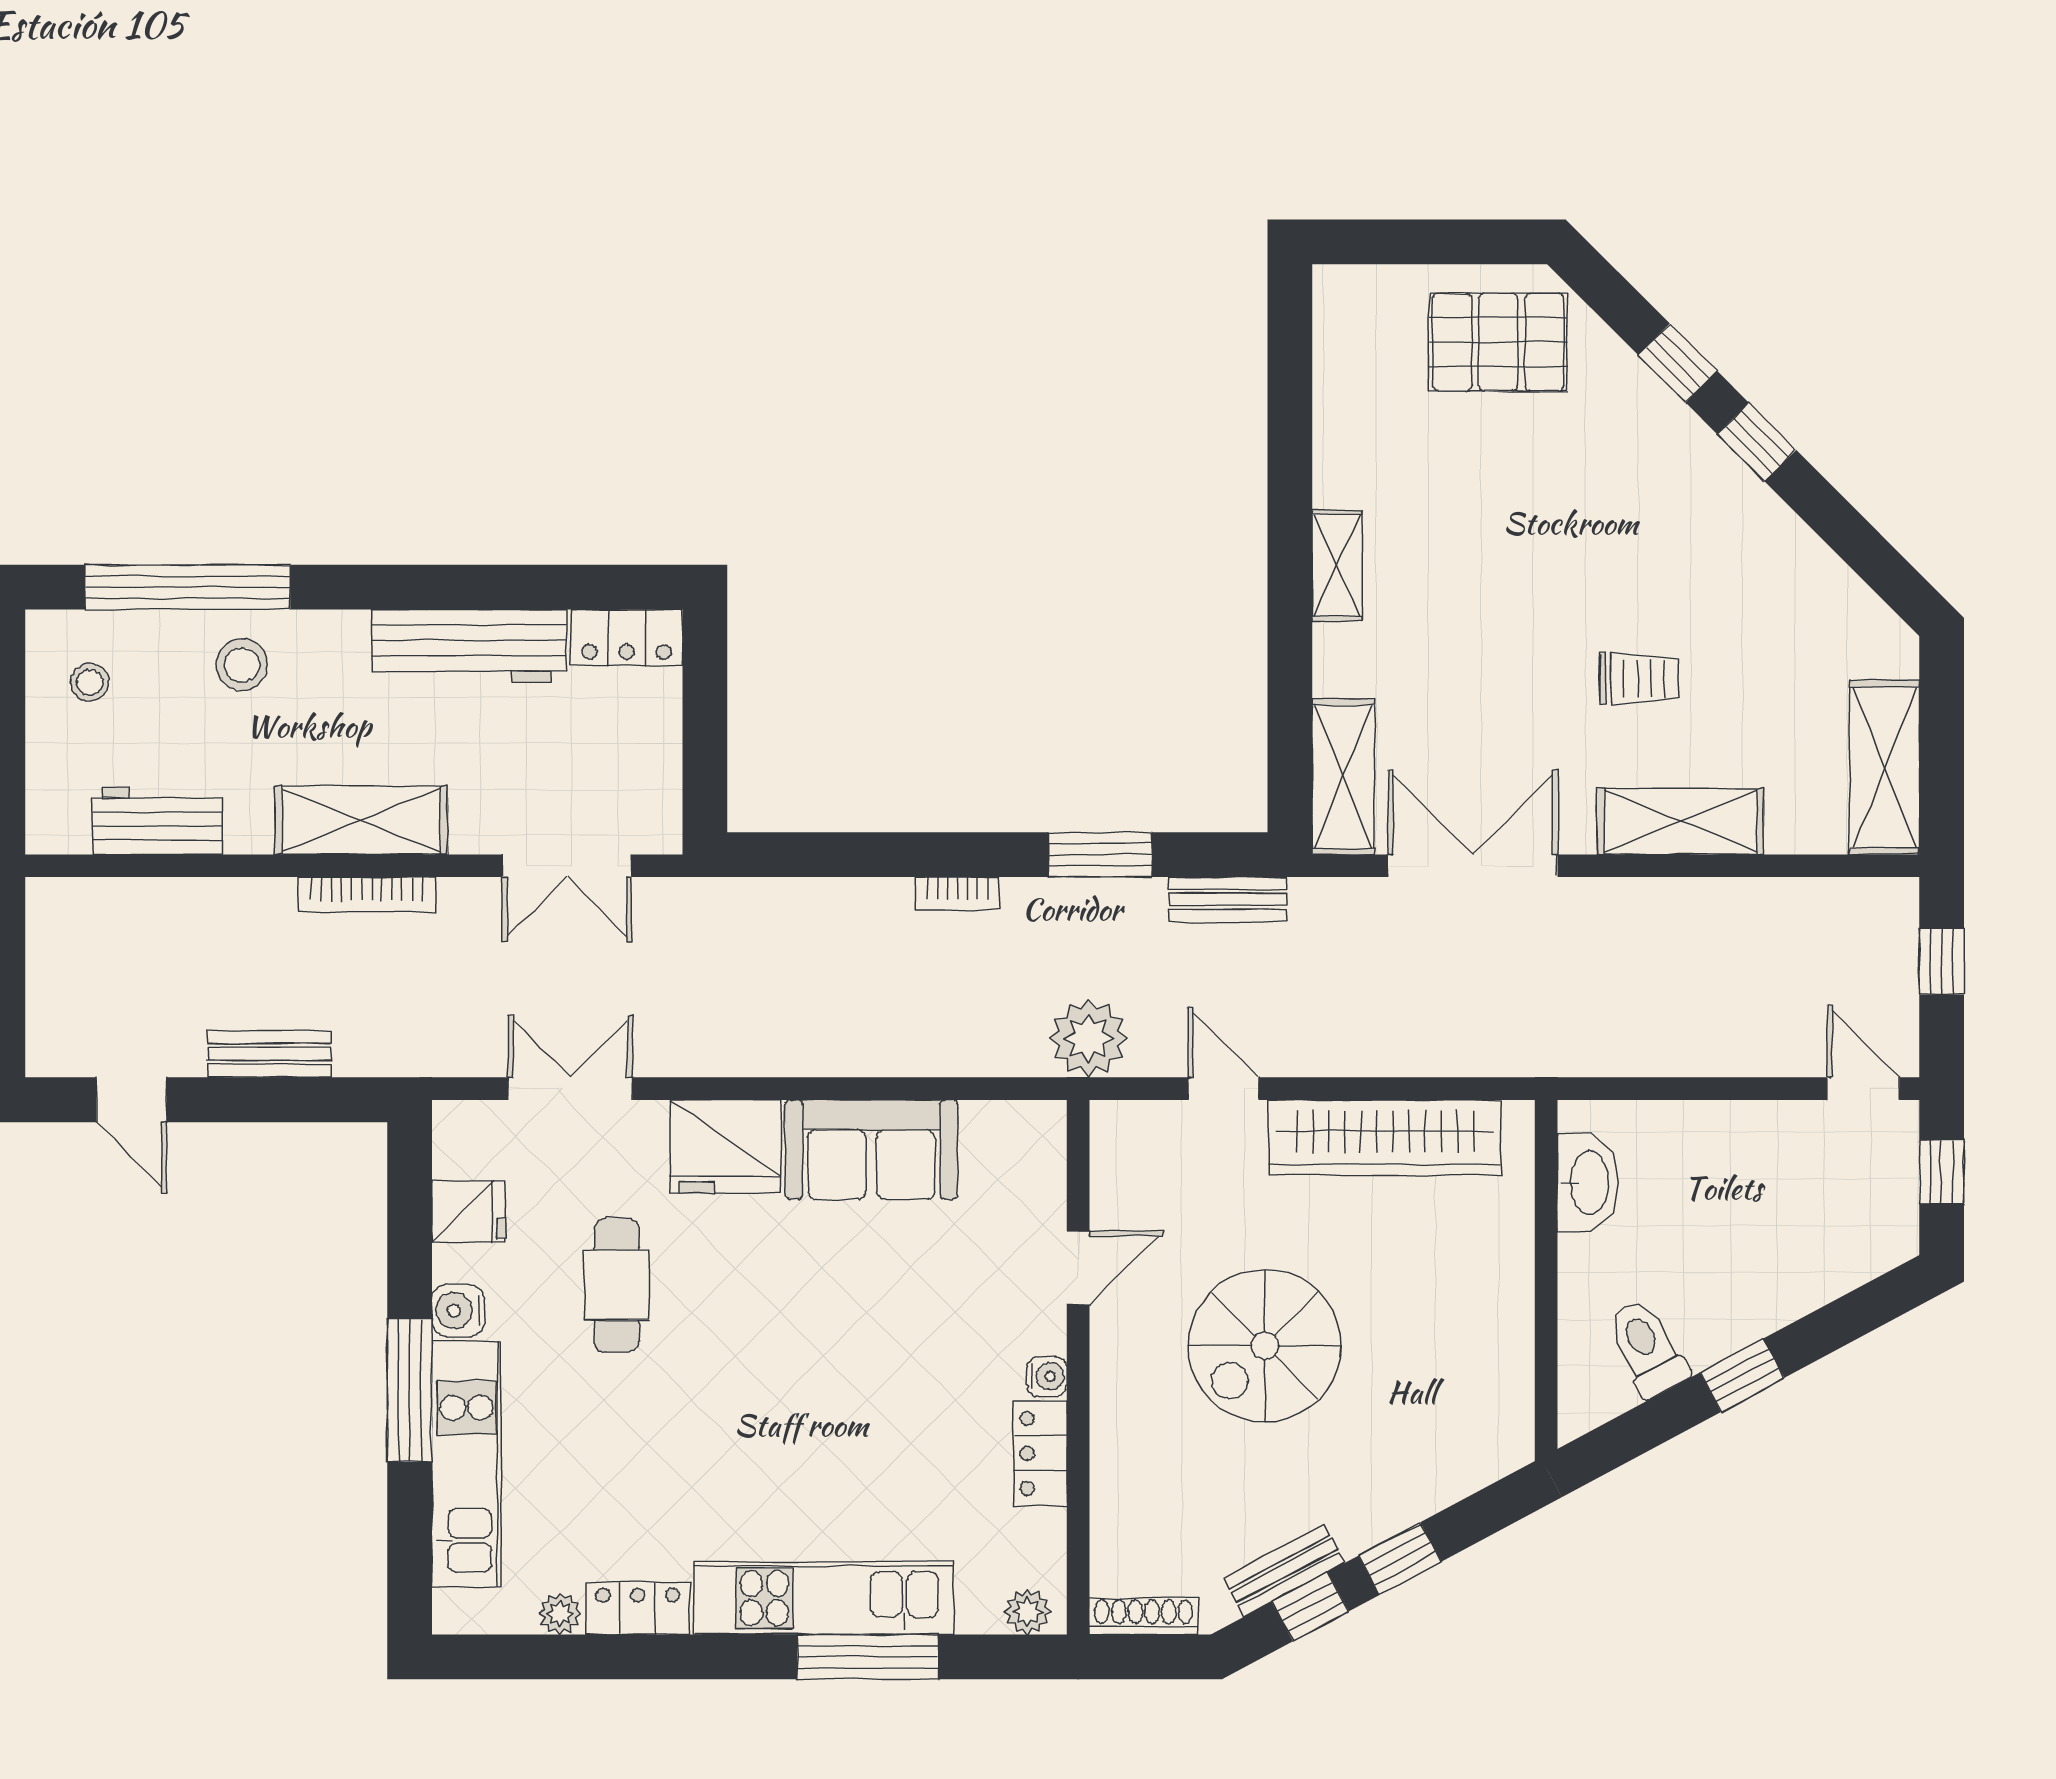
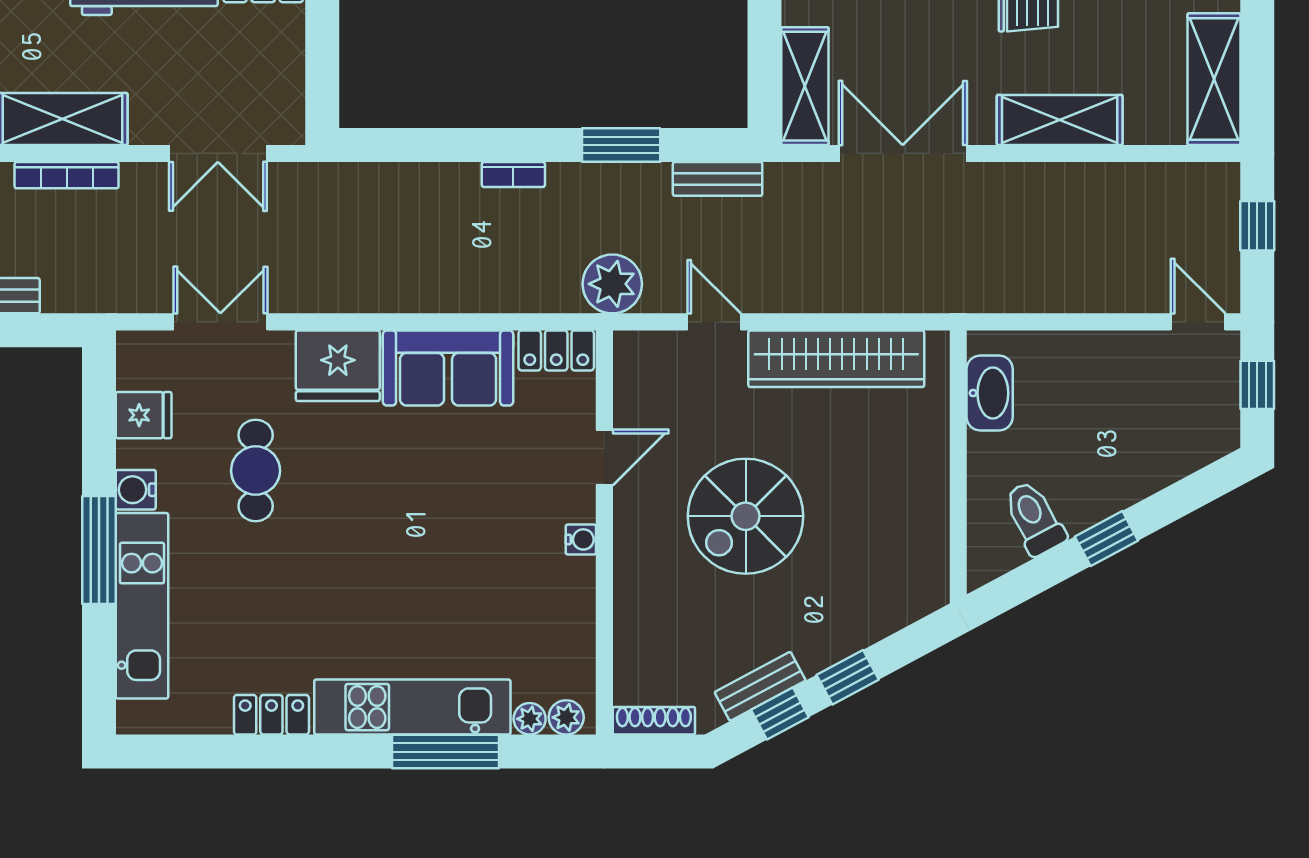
locker: (1040, 1453) -> (556, 350), moved, turned -90
plant: (560, 1614) -> (530, 719), moved

